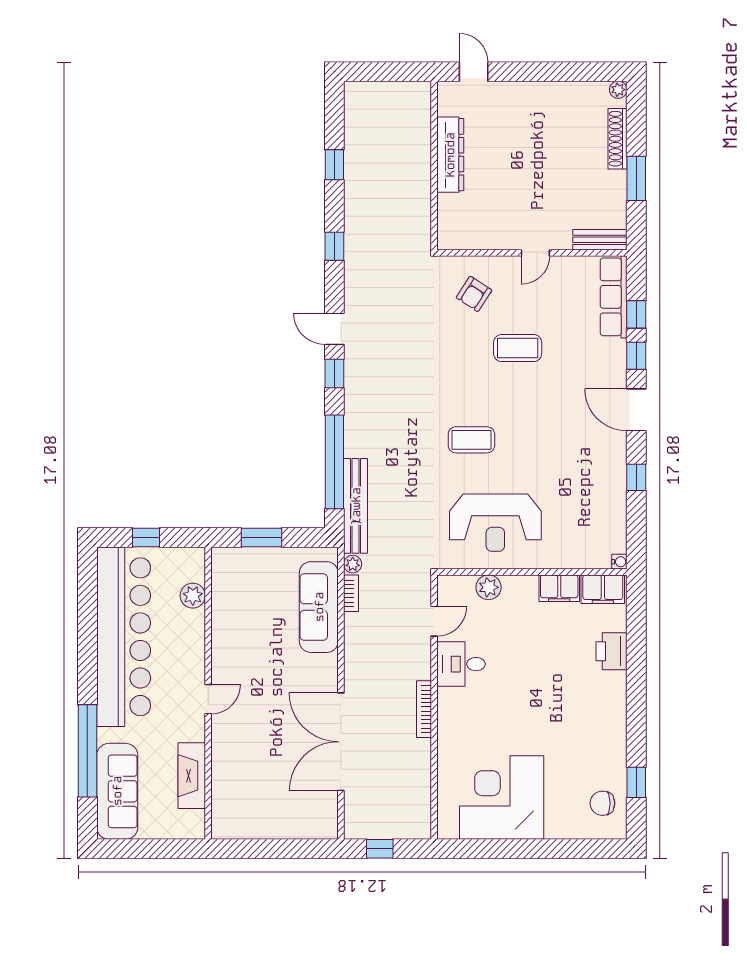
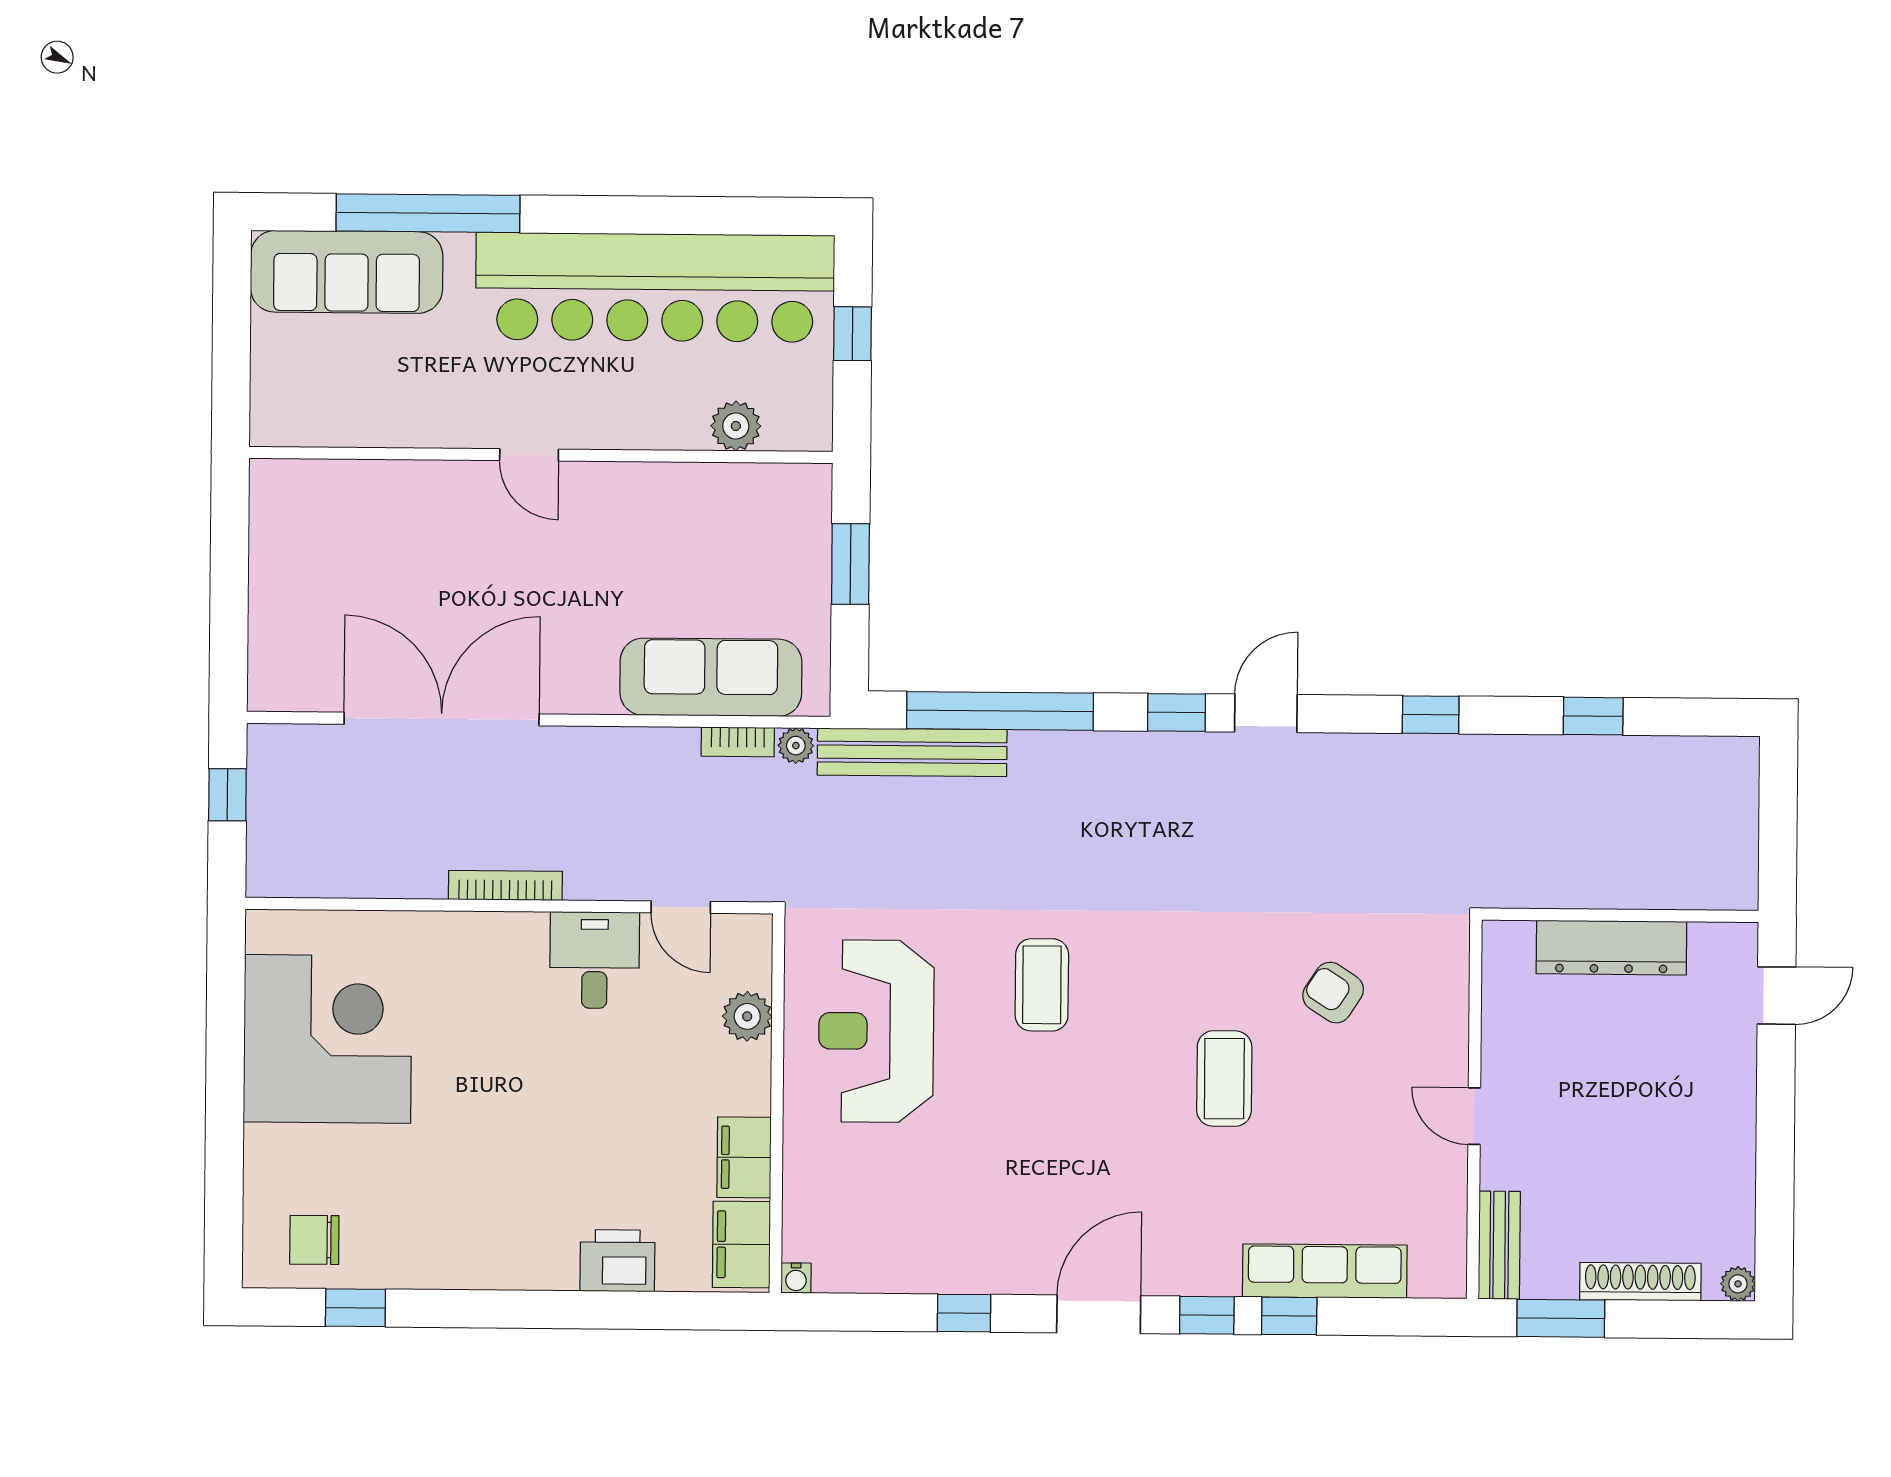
bench: (600, 240) -> (1499, 1245), moved
wall: (532, 253) -> (1474, 1109), moved
door: (535, 253) -> (1474, 1116), moved
fireplace: (192, 776) -> (376, 421), removed
chair: (602, 803) -> (314, 1240), turned -90

